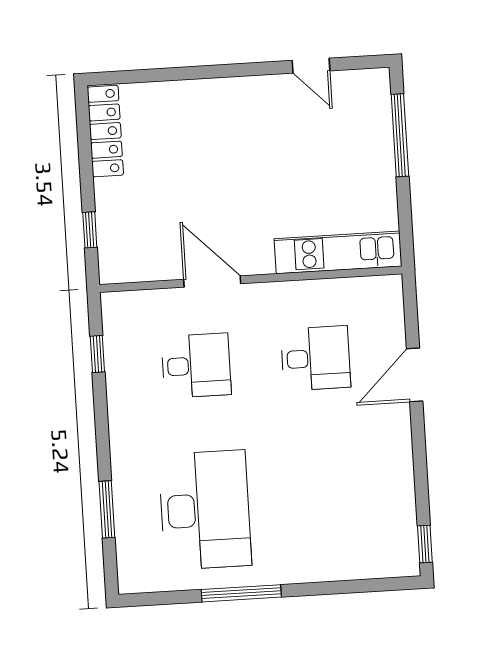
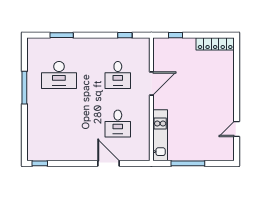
window: (400, 135) -> (188, 163), moved
desk: (205, 510) -> (59, 75), width x0.73, depth x0.77

